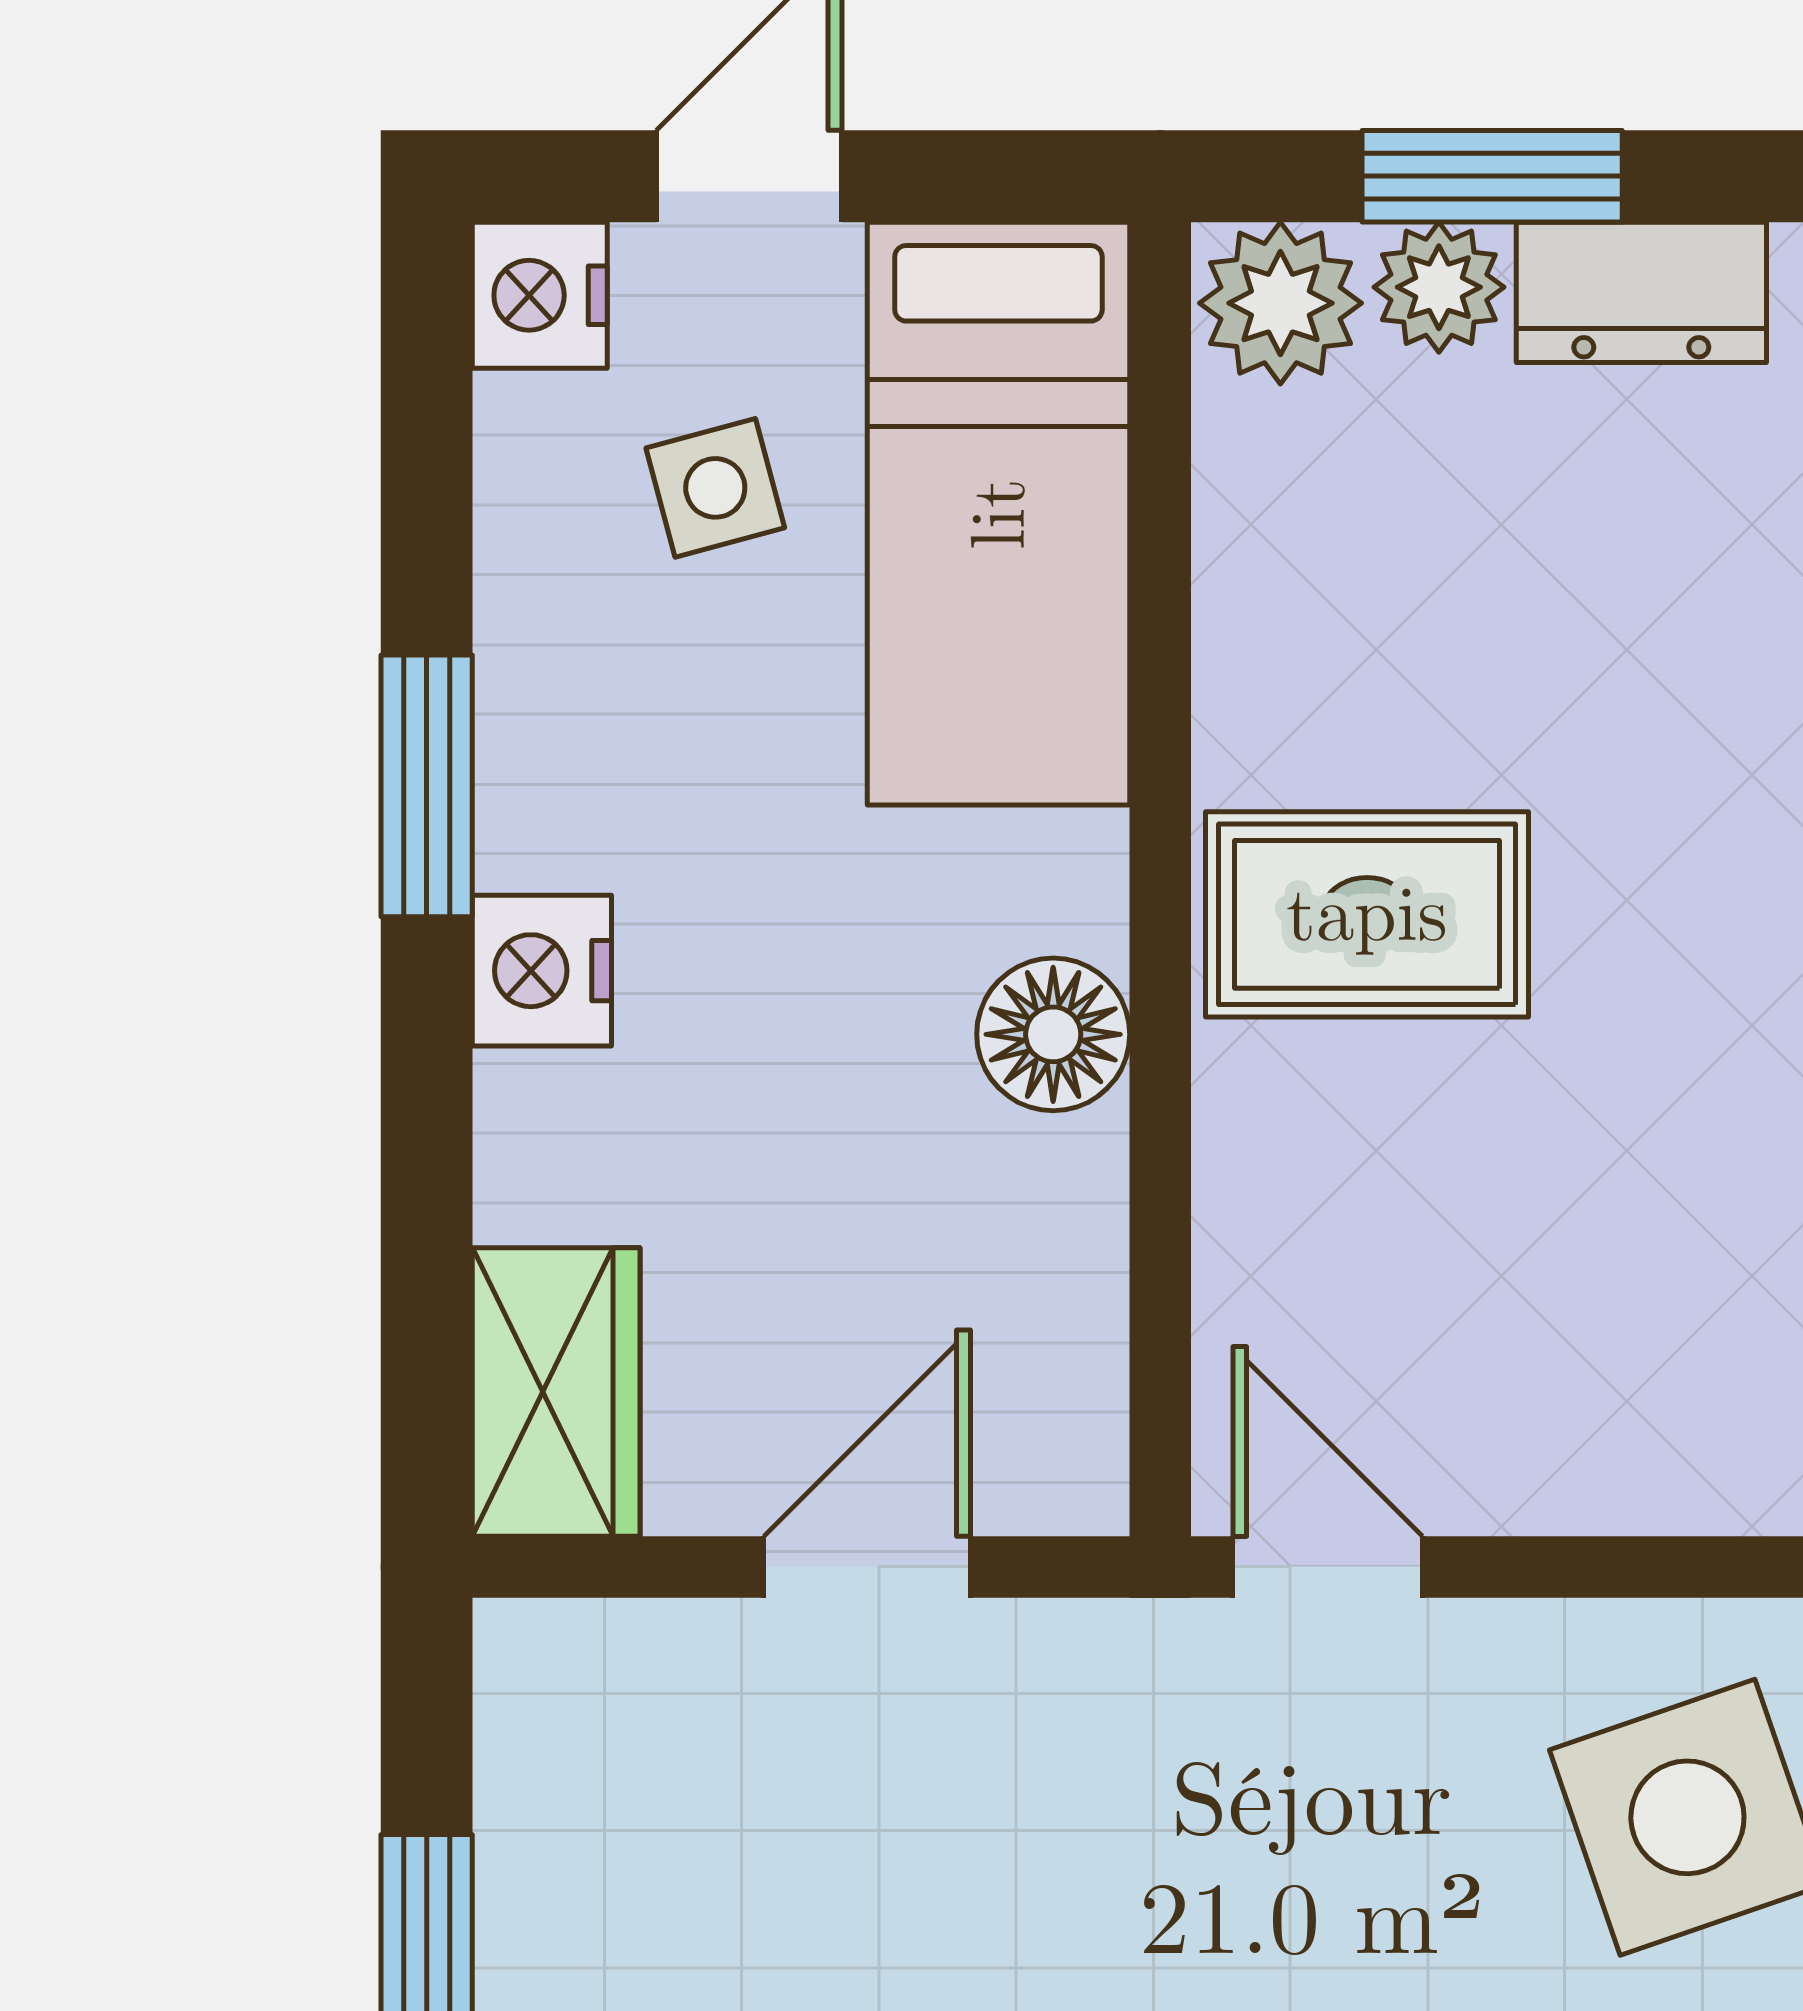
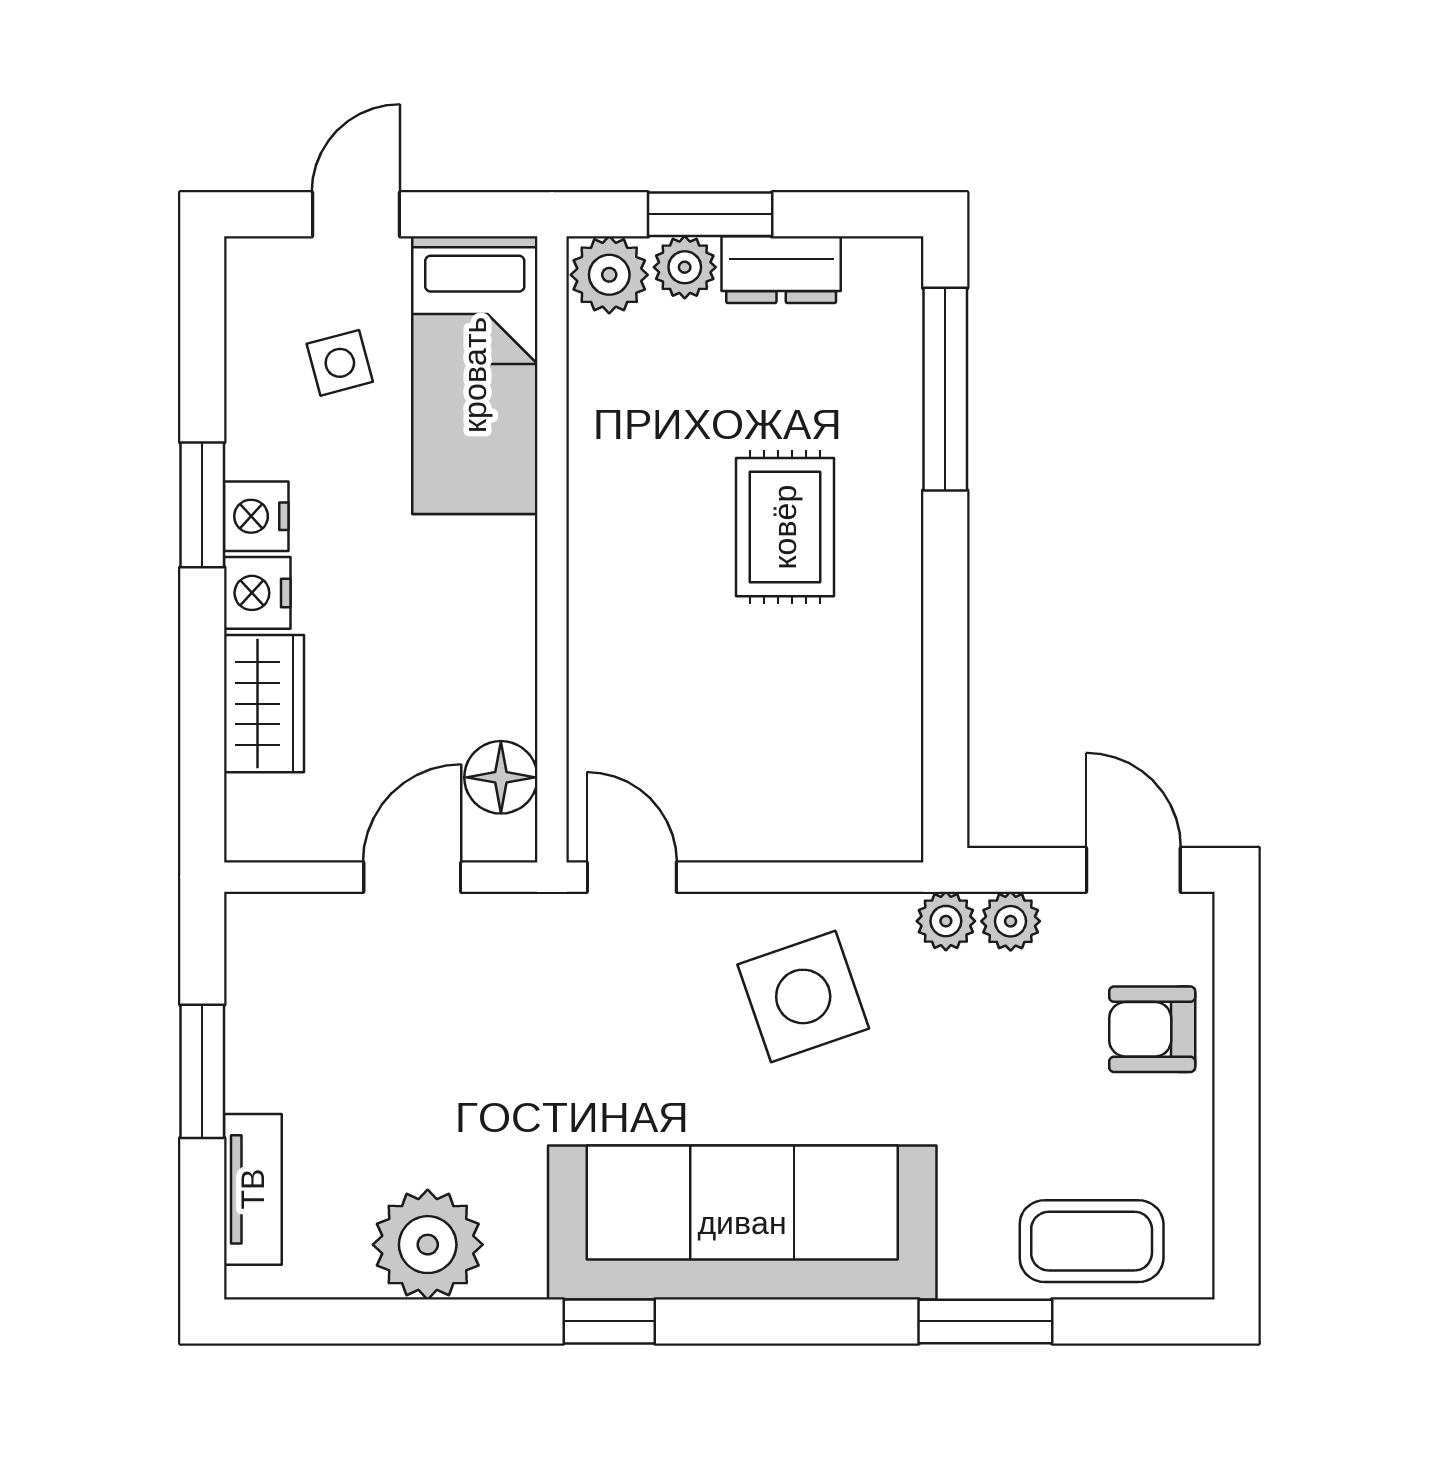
nightstand: (540, 295) -> (256, 516), moved
rug: (1367, 914) -> (785, 527), moved, turned 90
floor lamp: (1053, 1034) -> (501, 777), moved
wardrobe: (556, 1392) -> (264, 704), moved

